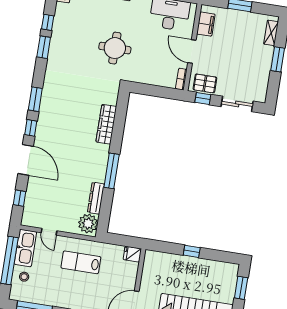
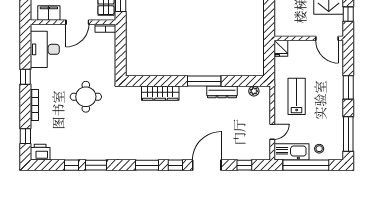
dresser: (96, 198) -> (222, 92), moved
plant: (88, 224) -> (254, 91), width x0.53, depth x0.53
lab bench: (81, 262) -> (297, 96), turned 180

